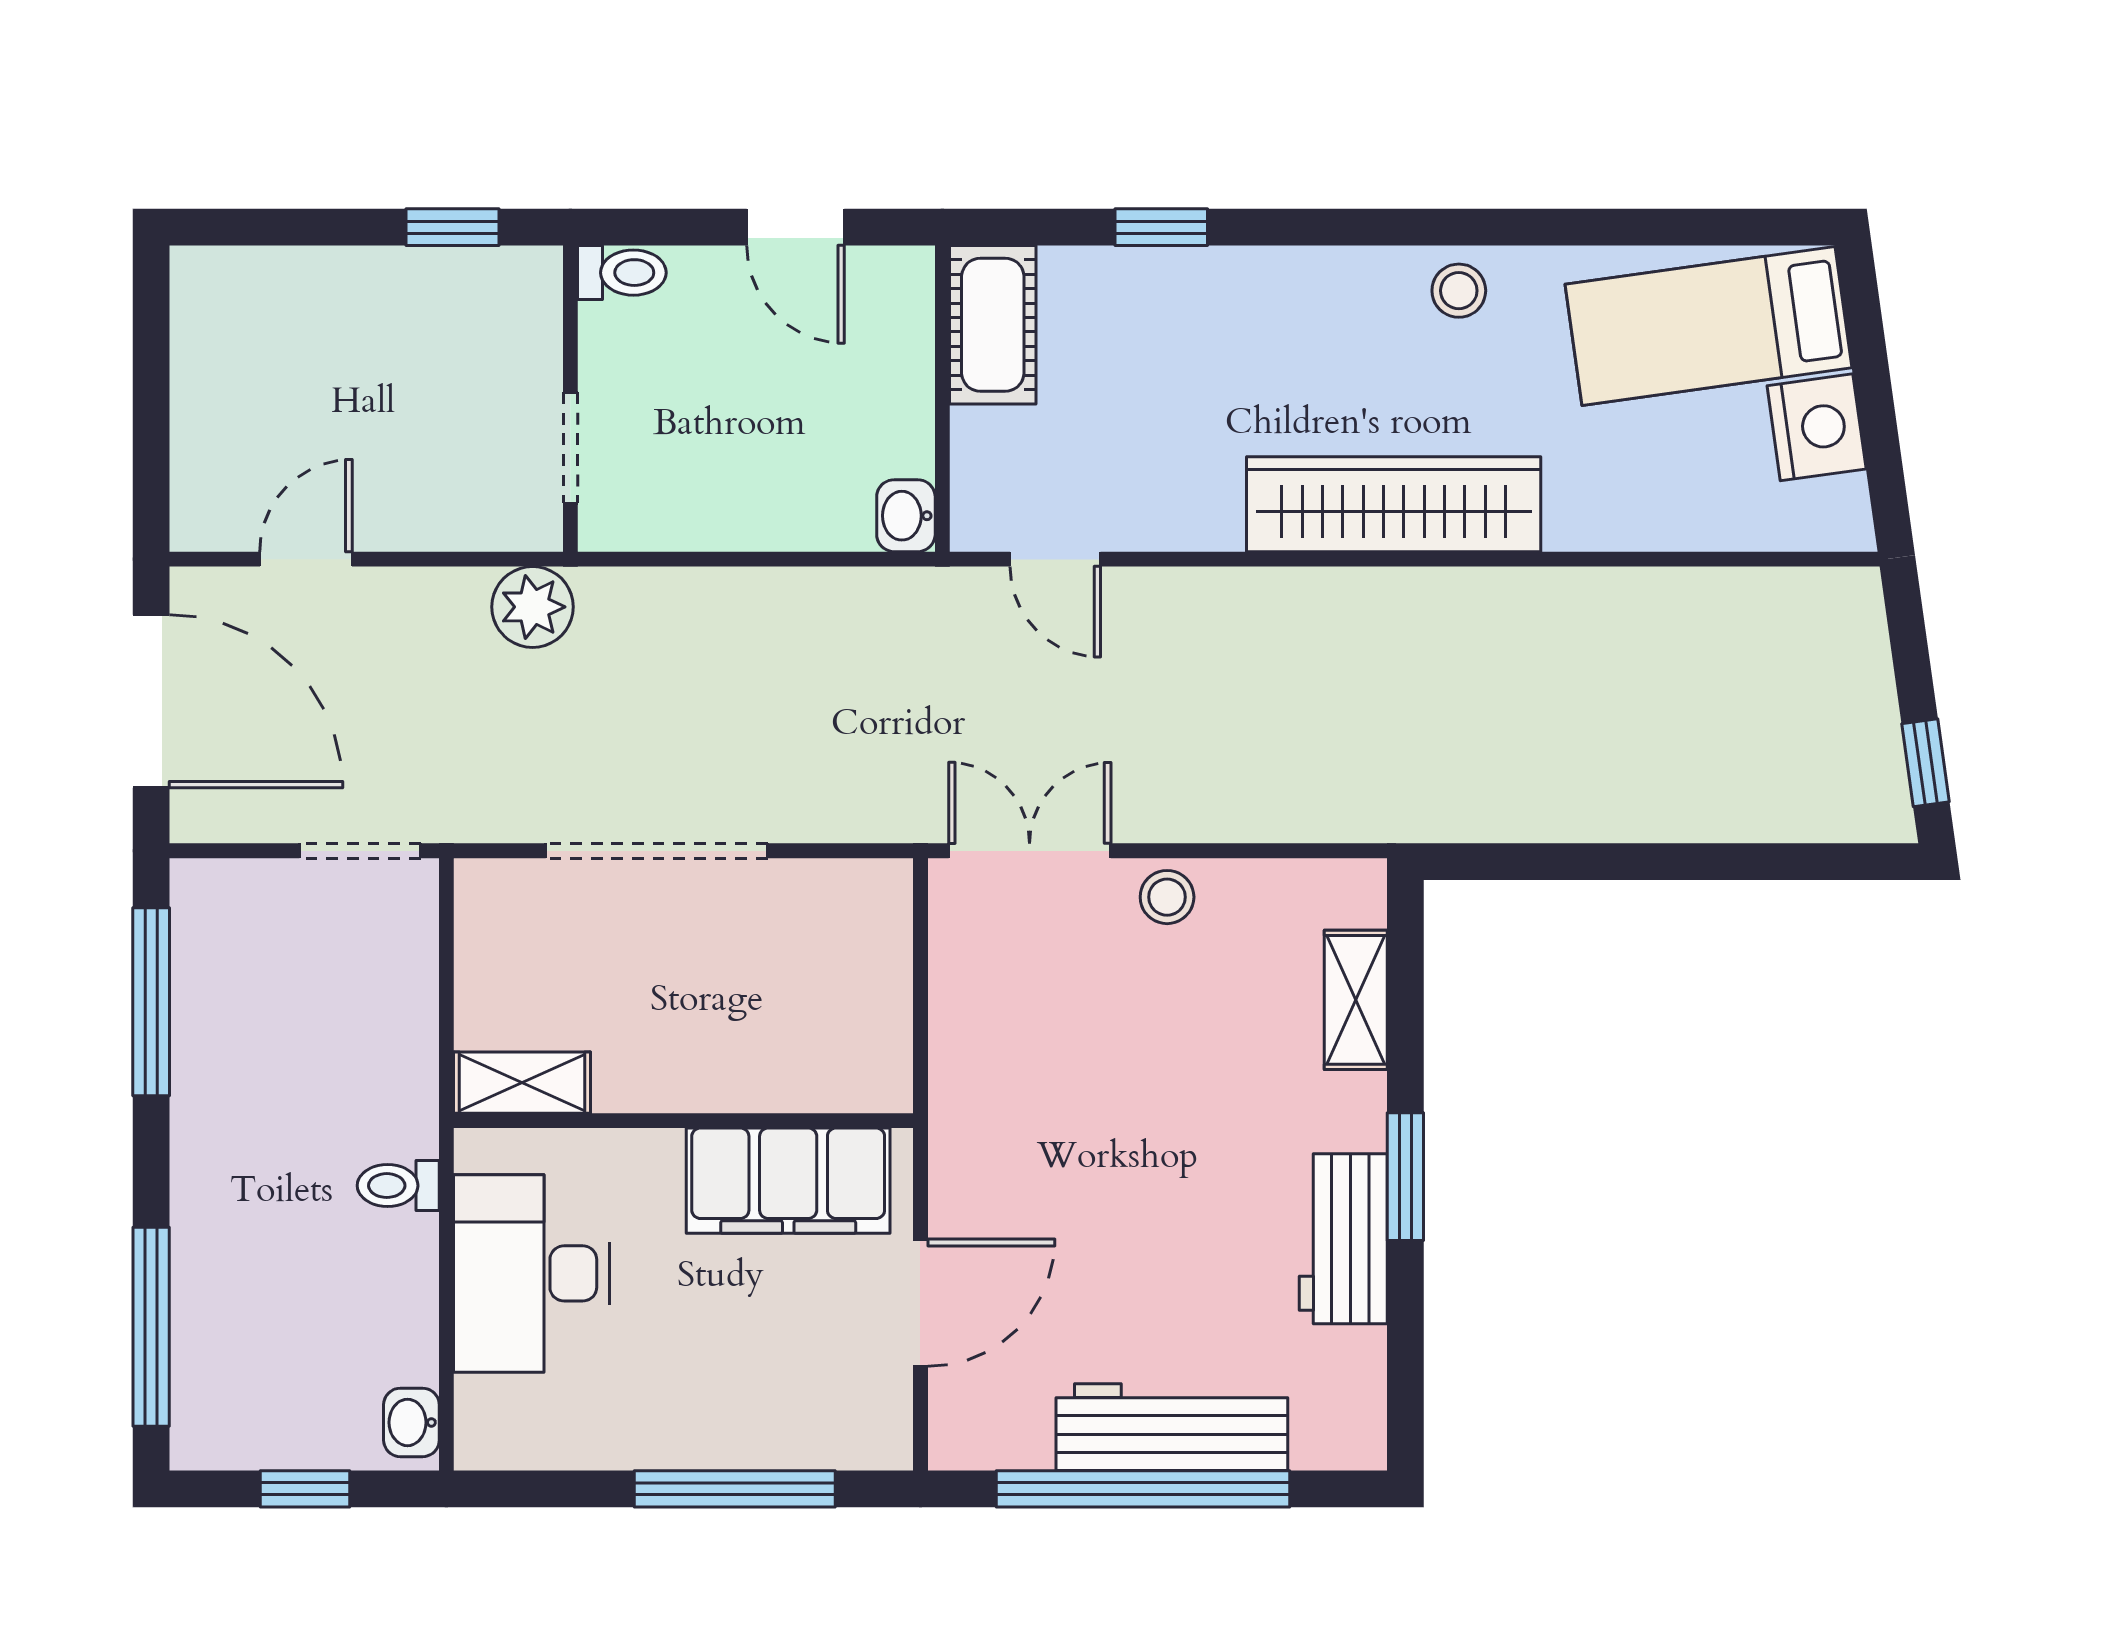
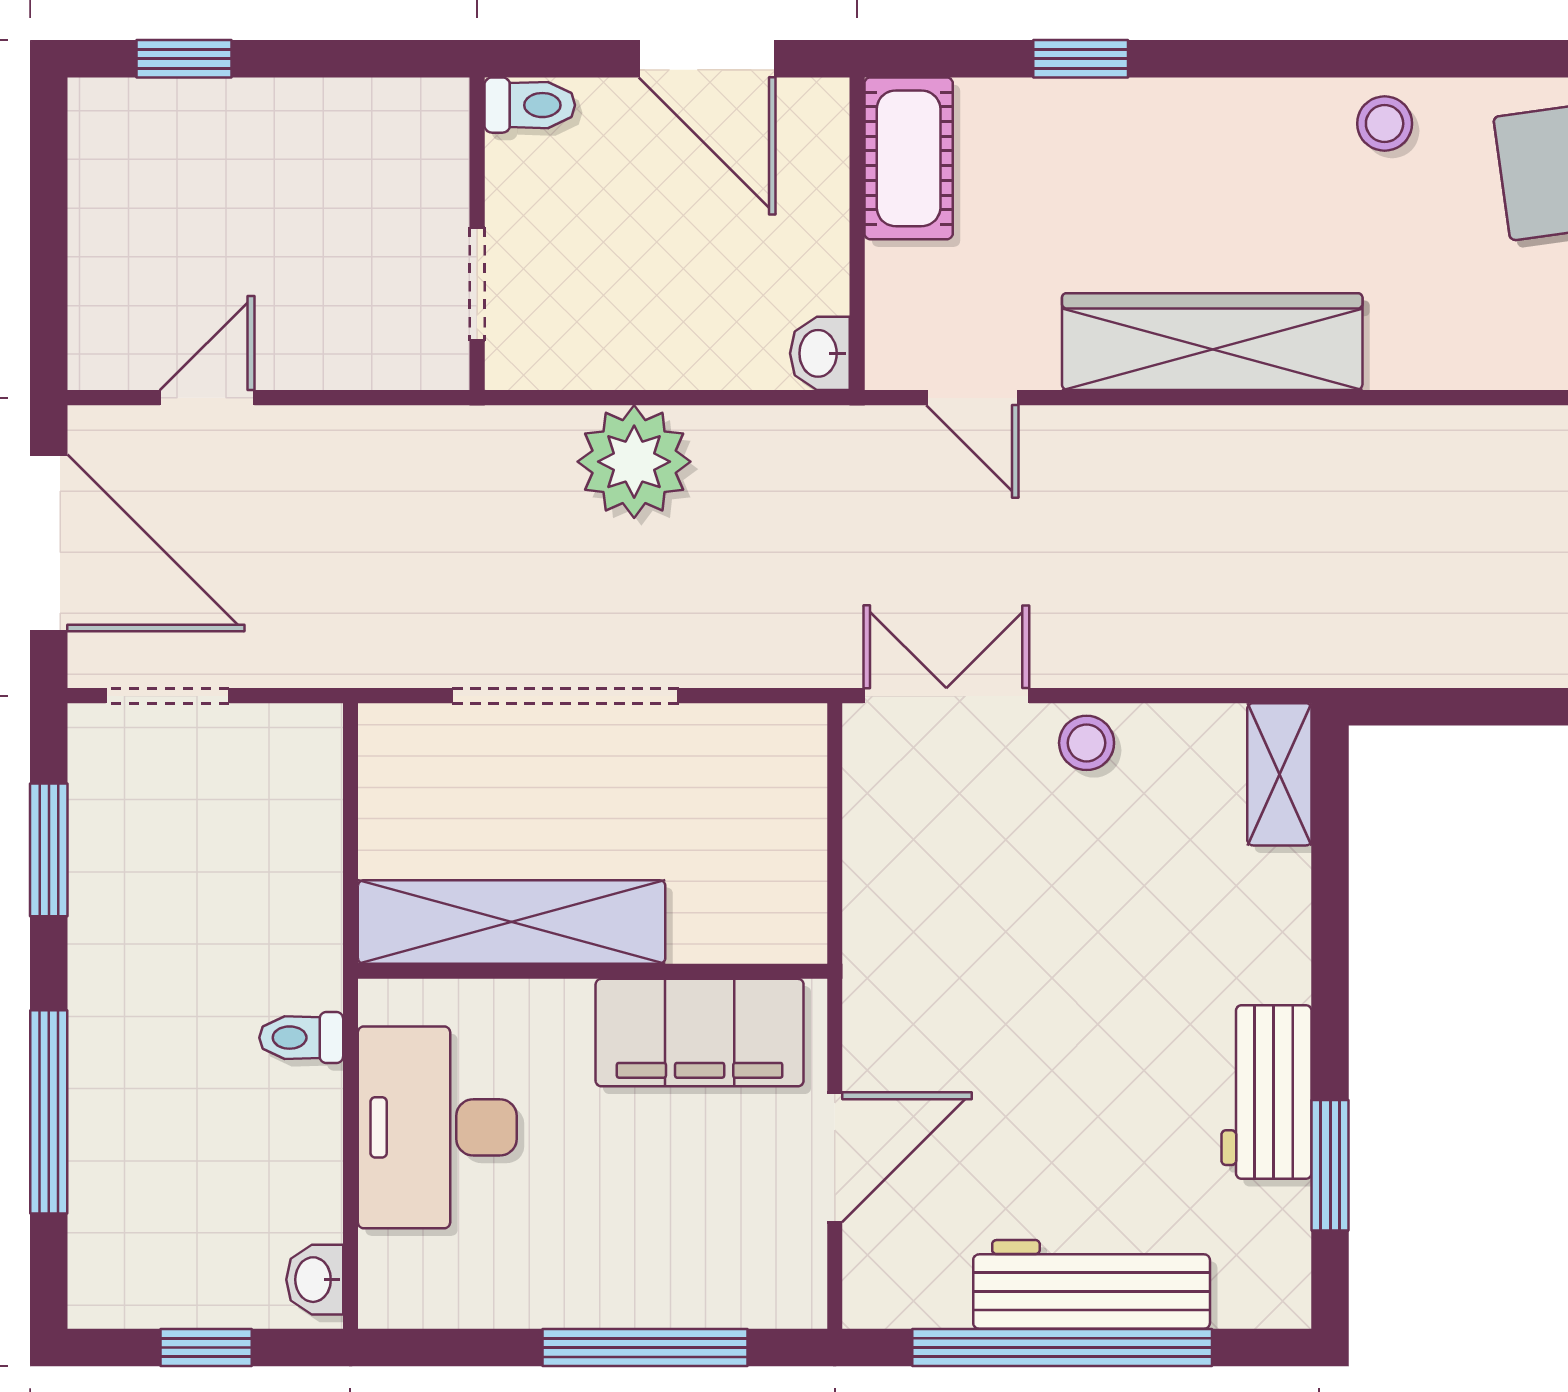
window: (452, 227) -> (184, 59), moved
door: (796, 227) -> (707, 59), width x1.38
wardrobe: (1394, 504) -> (1212, 342), moved
plant: (533, 607) -> (634, 462), moved, width x1.36, depth x1.36
doorway: (360, 851) -> (167, 696), moved
shelving: (1356, 1000) -> (1279, 774), moved
window: (151, 1002) -> (49, 850), width x0.69
shelving: (522, 1083) -> (512, 922), width x2.20, depth x1.33
window: (1405, 1177) -> (1330, 1165), moved
window: (151, 1327) -> (49, 1112), moved

